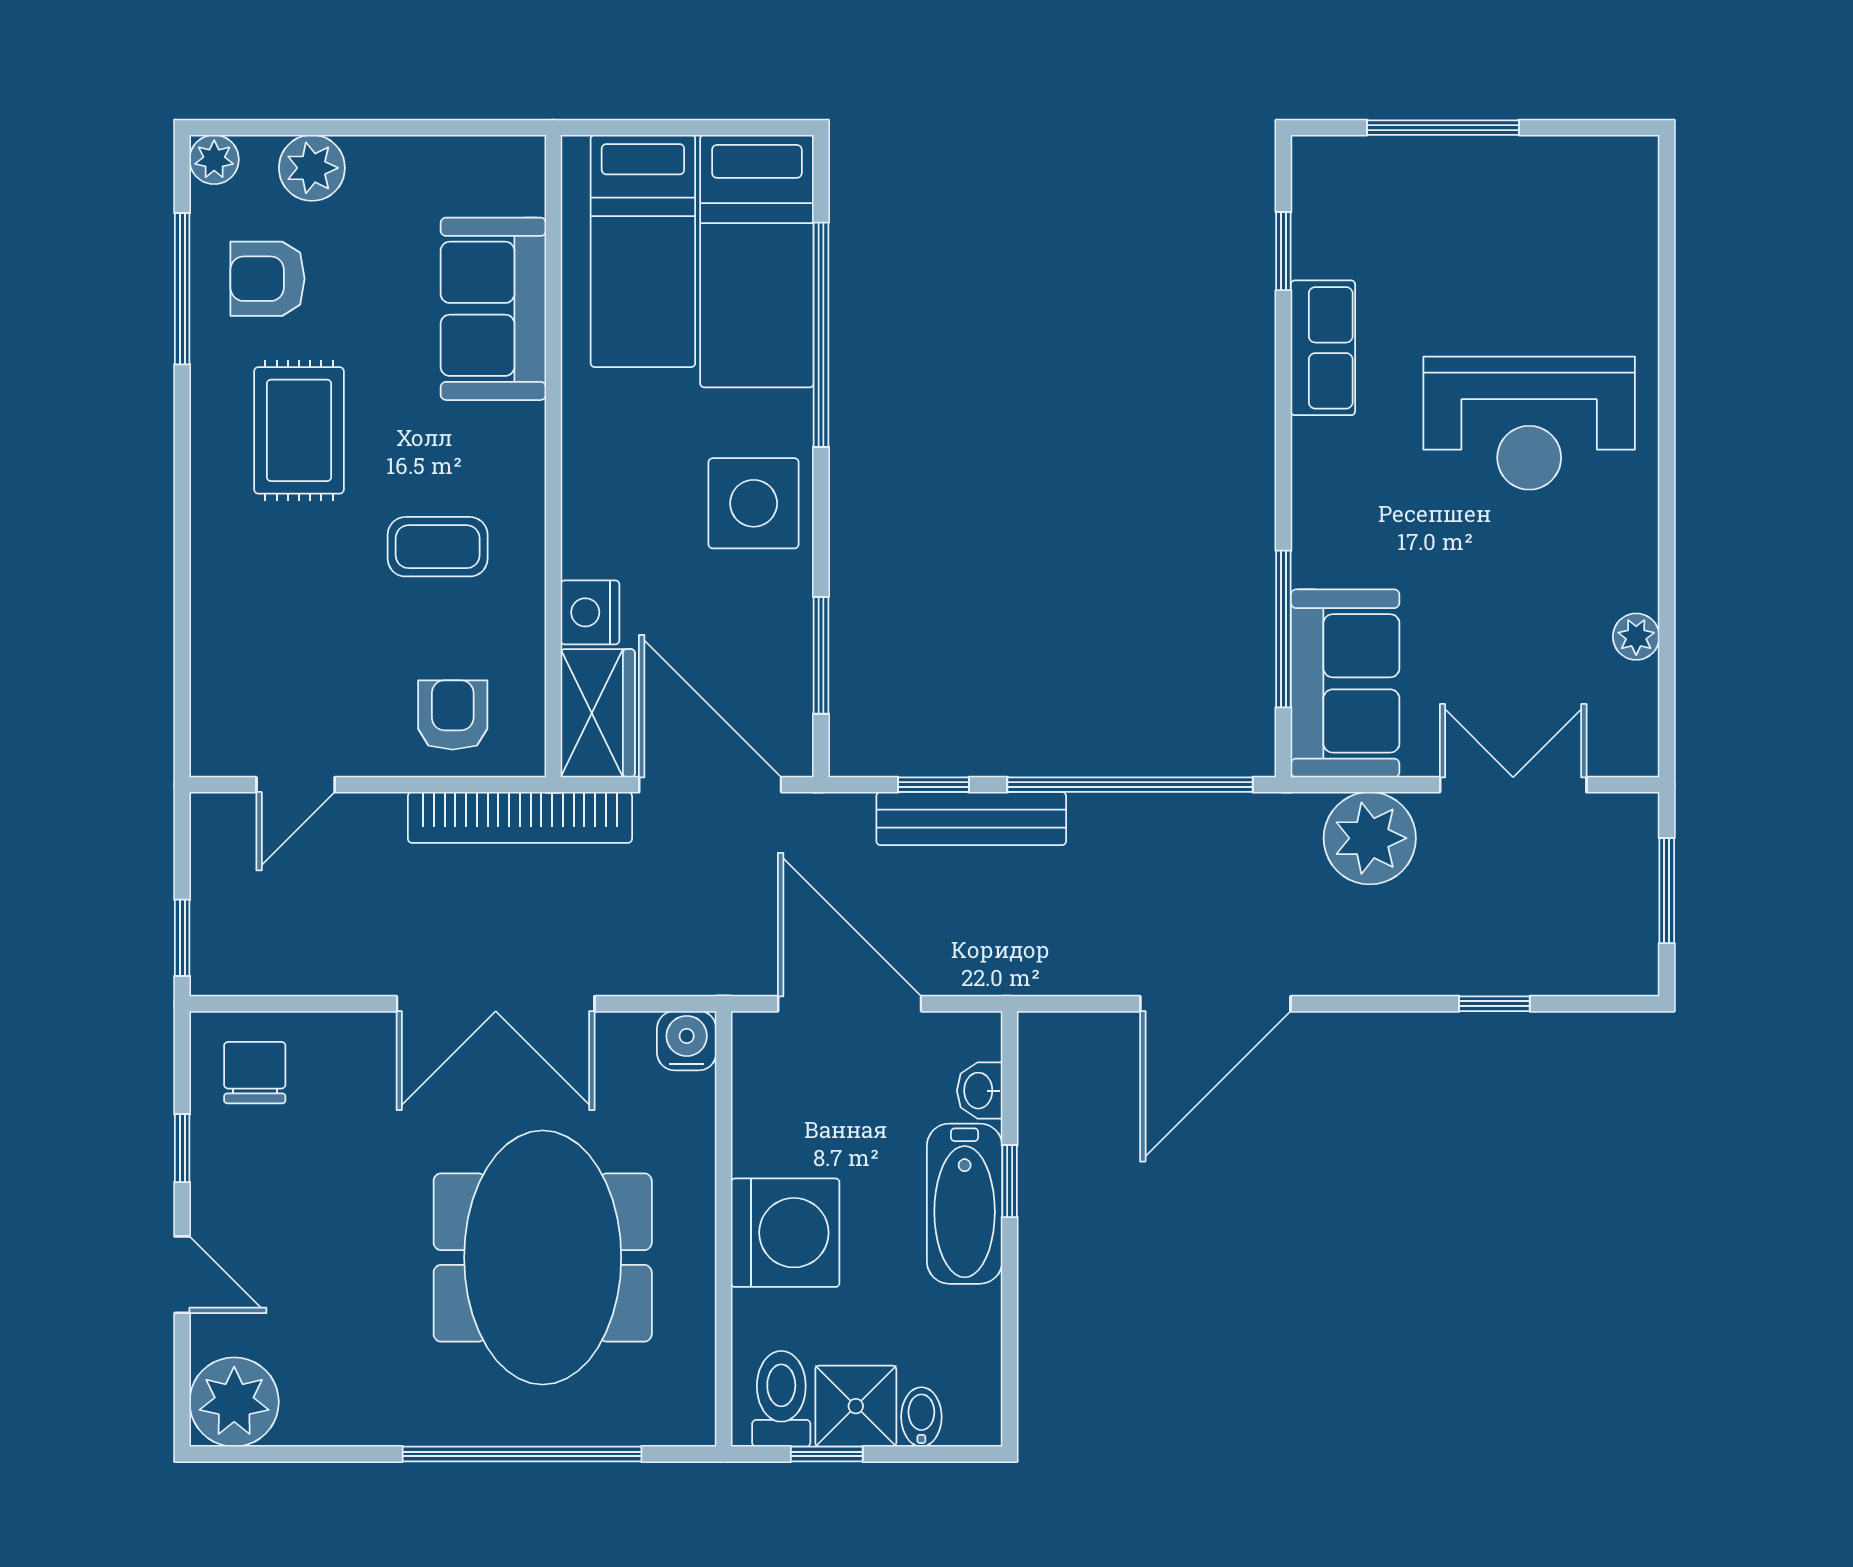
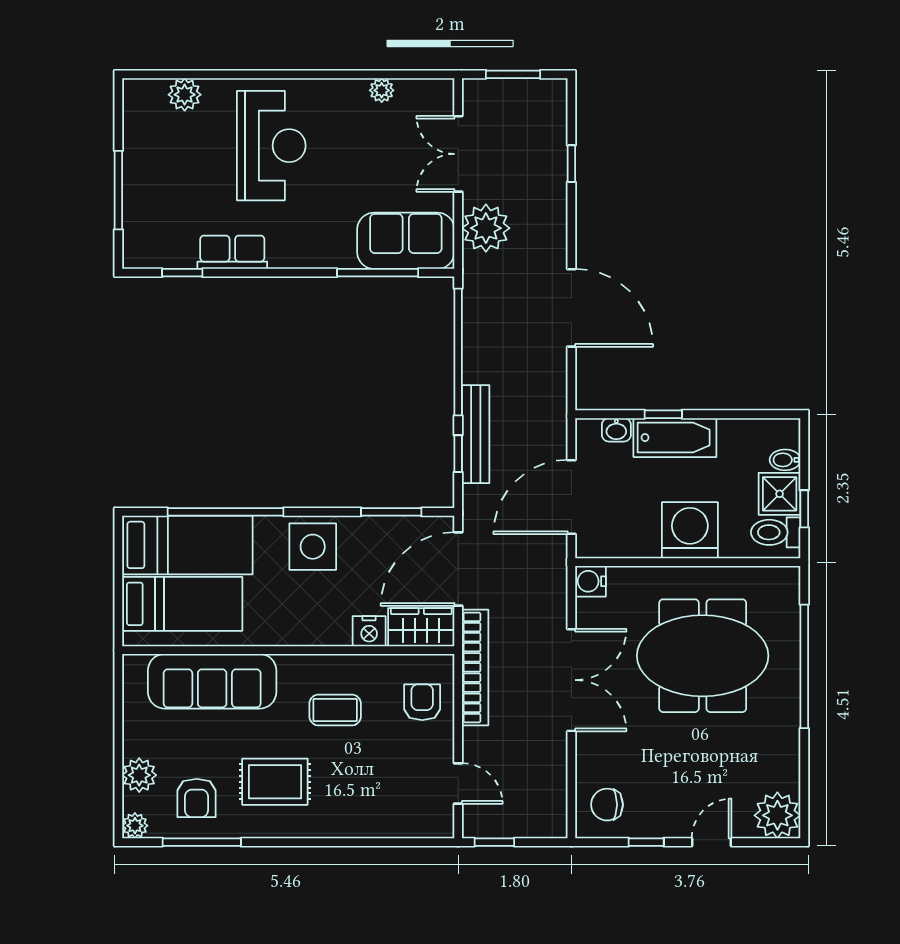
plant: (1628, 256) -> (185, 95), added
sofa: (493, 309) -> (212, 681), width x1.36
coffee table: (438, 547) -> (335, 710), turned 90
armchair: (453, 715) -> (422, 702), turned 90
window: (182, 938) -> (494, 842), moved

